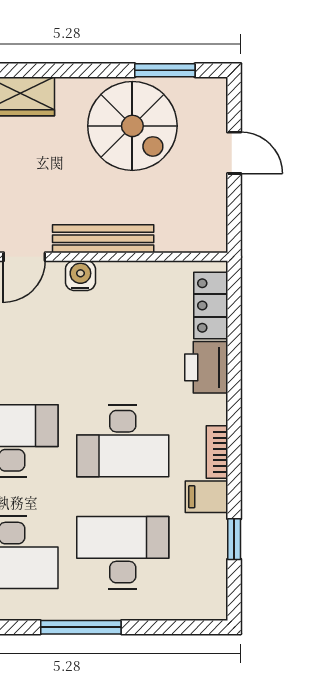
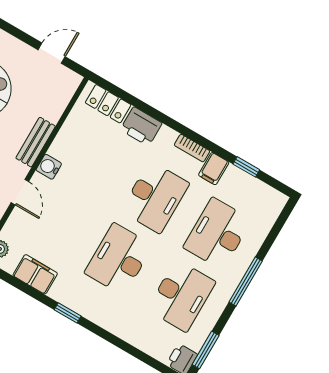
door: (234, 153) -> (52, 53), moved
bench: (103, 239) -> (36, 142), width x0.73

